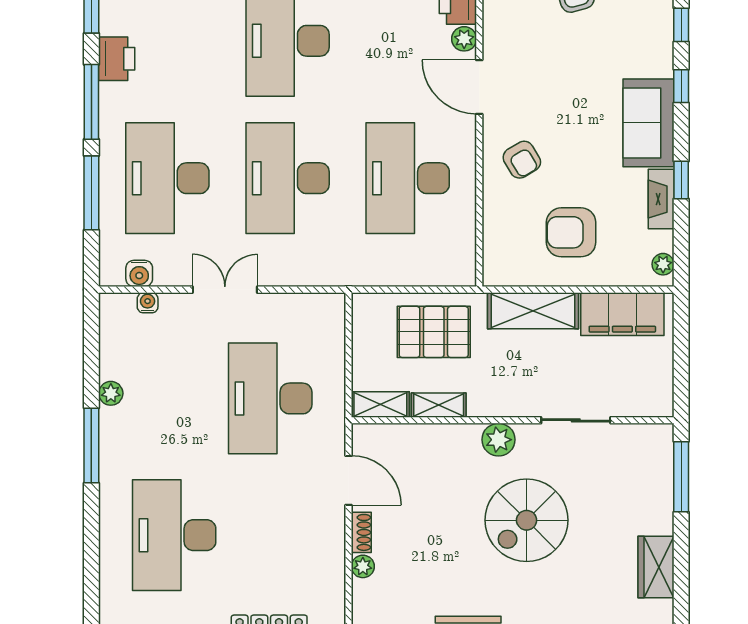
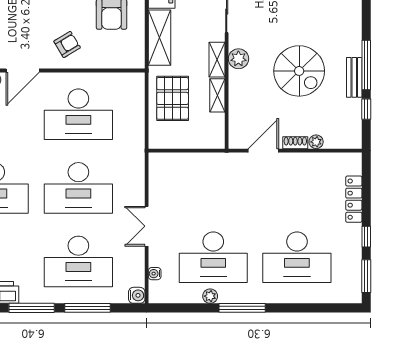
water cooler: (139, 273) -> (137, 295), moved
desk: (270, 398) -> (213, 257), moved
shelving: (380, 405) -> (217, 60), moved
spiral stairs: (527, 520) -> (299, 71), moved

